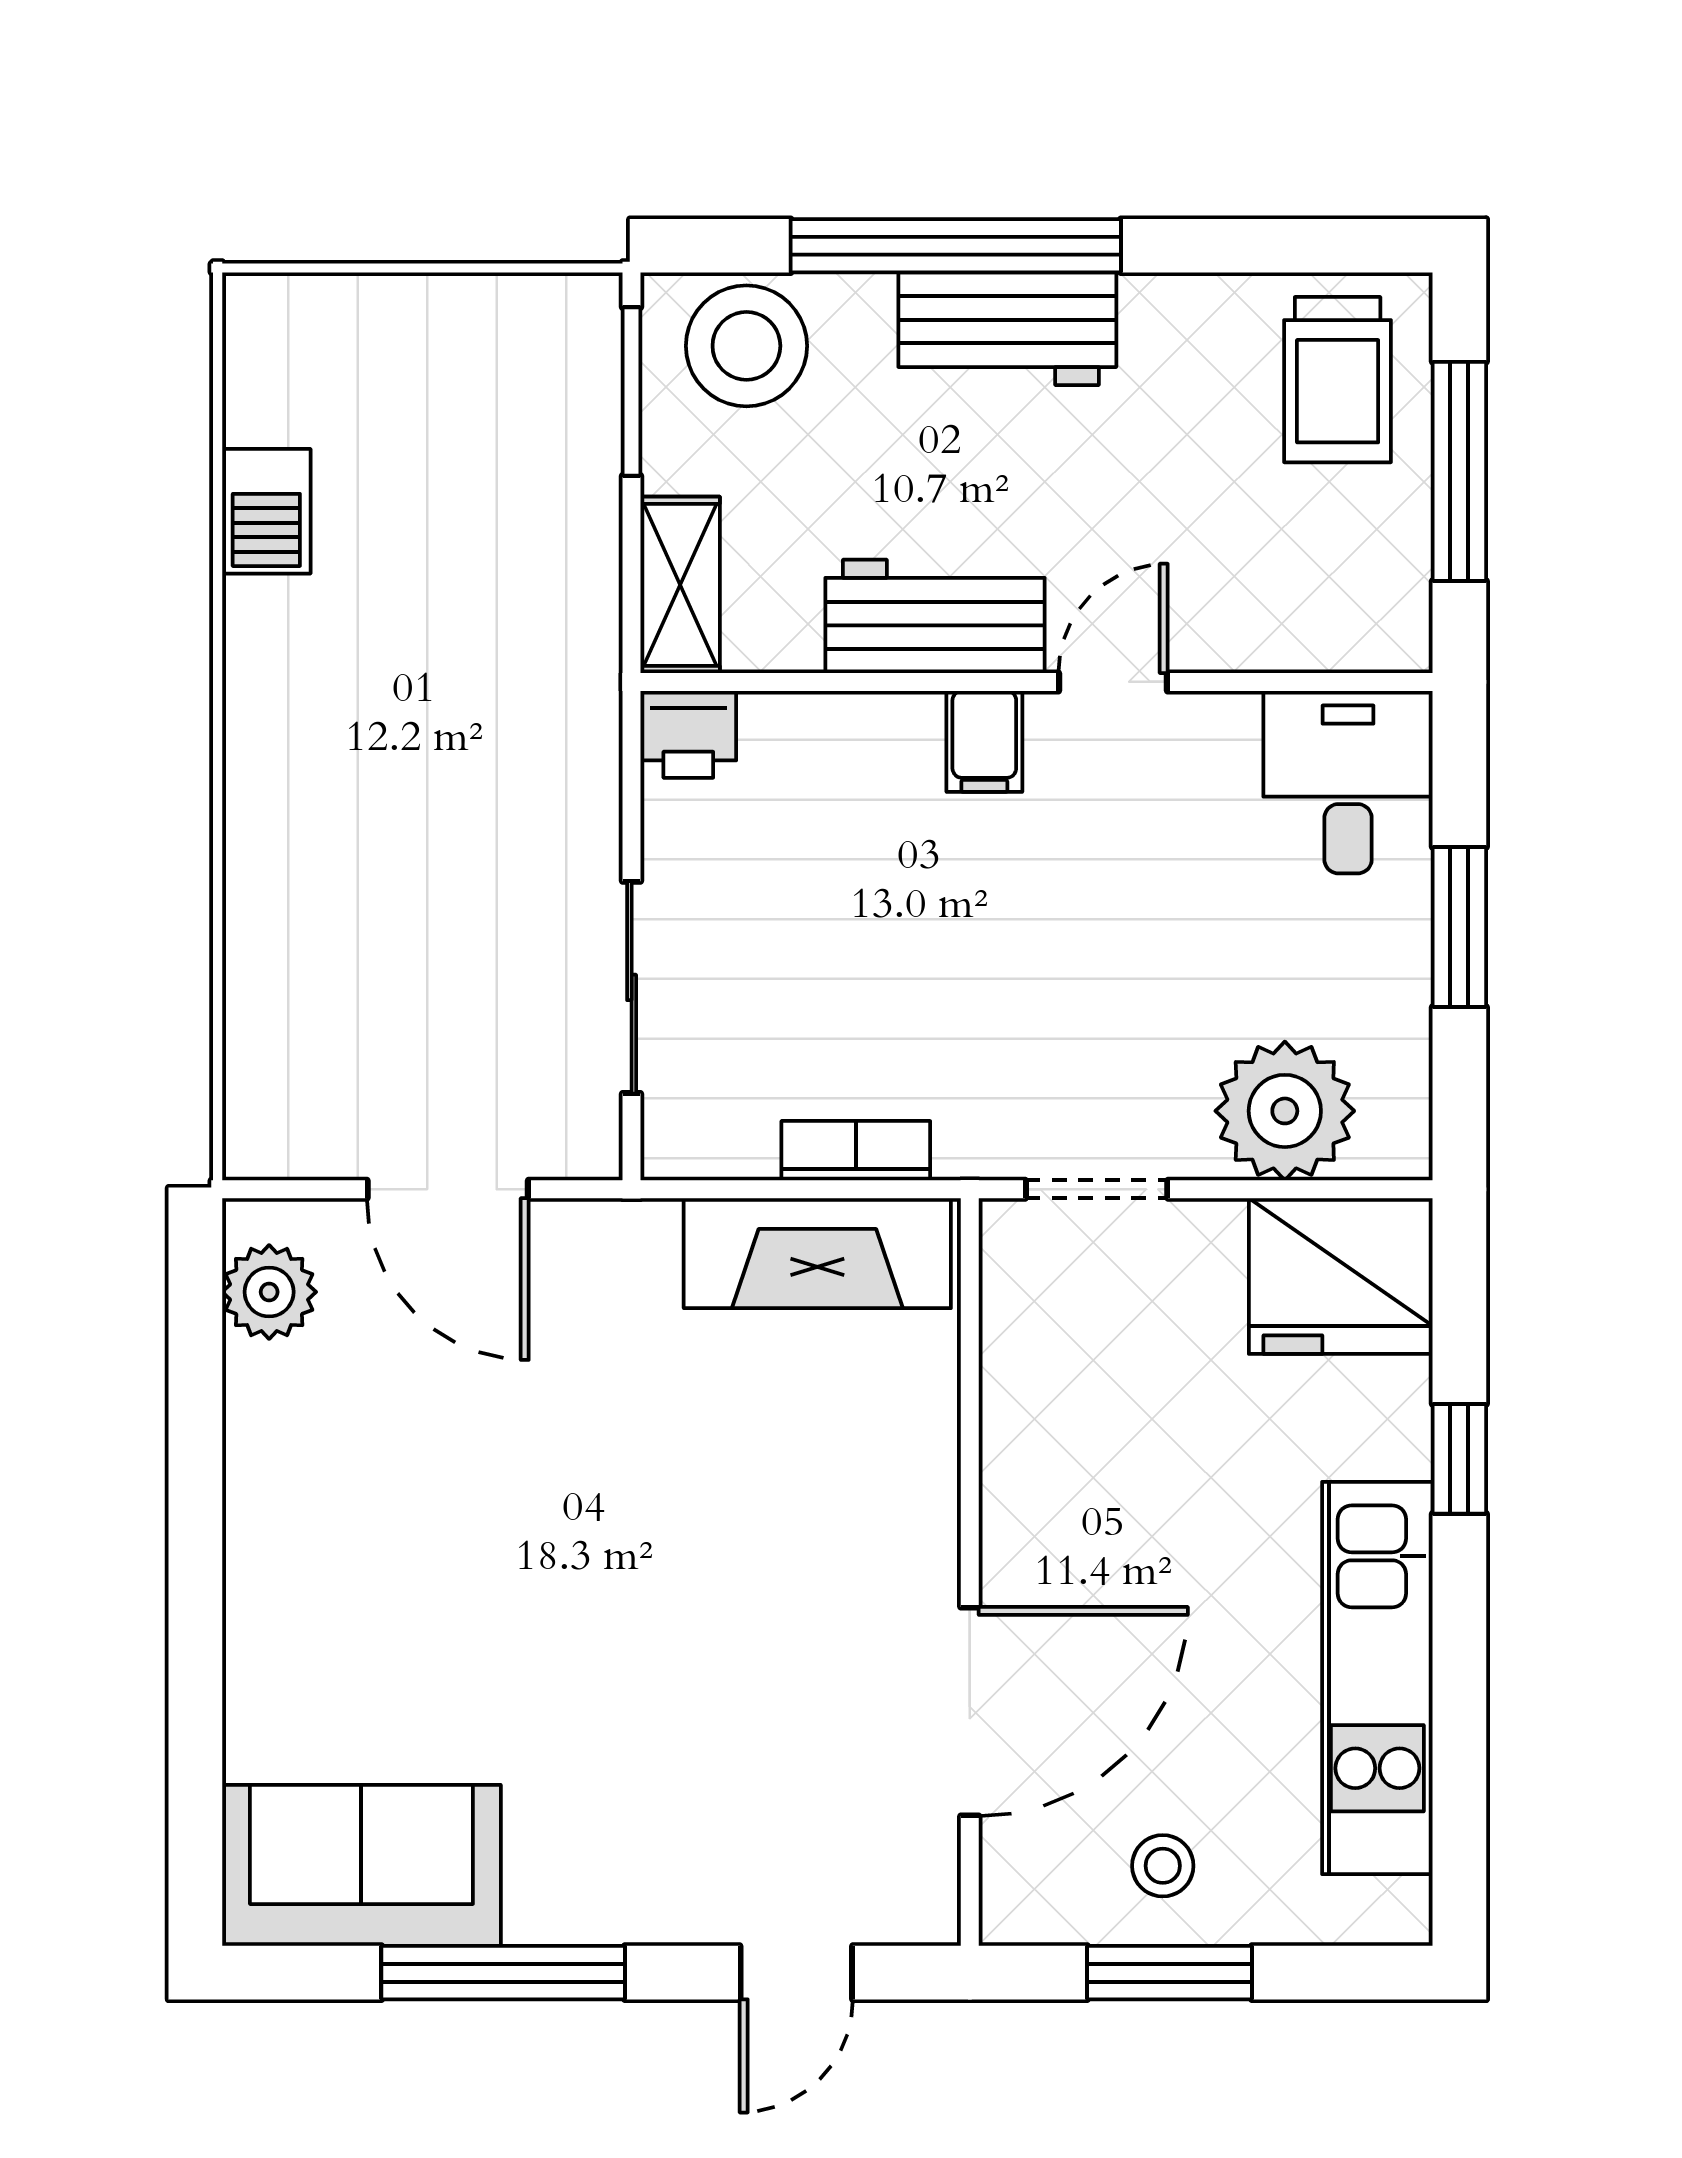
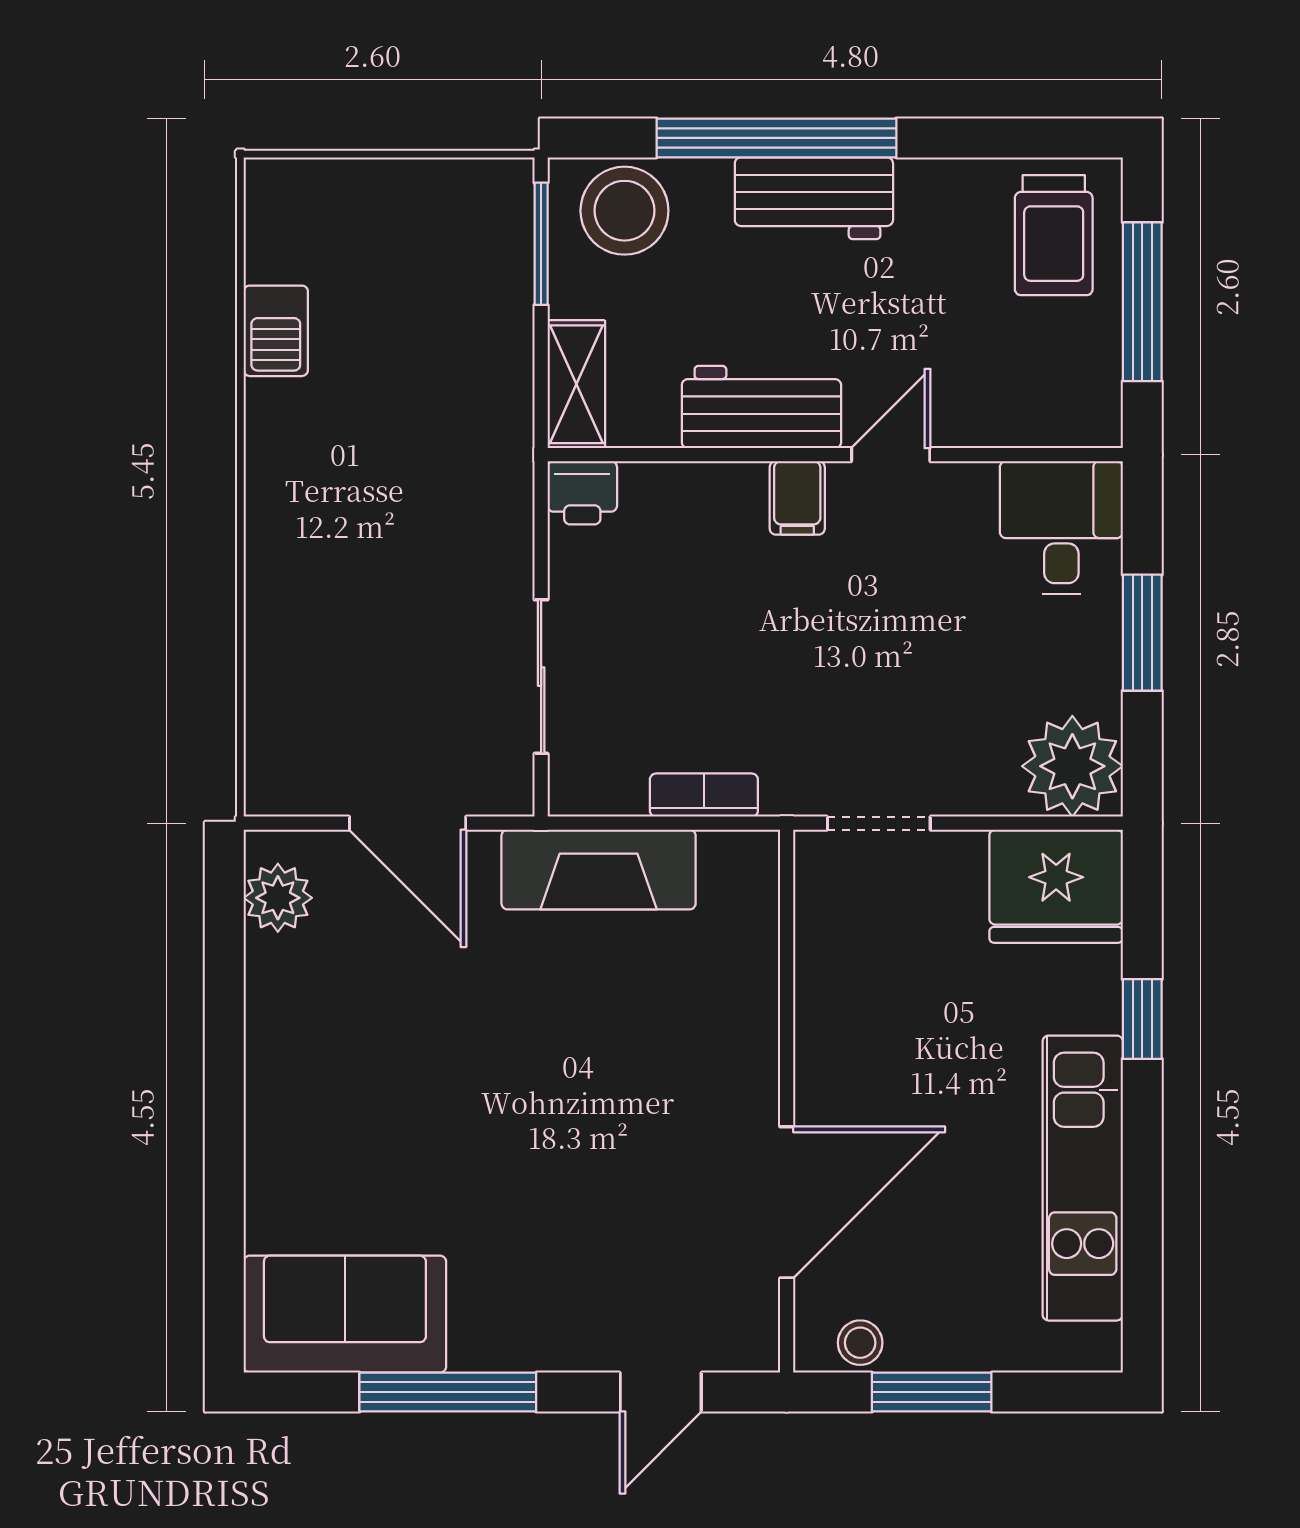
plant: (1285, 1111) -> (1072, 766), moved
fireplace: (817, 1253) -> (599, 870), moved
stool: (1163, 1866) -> (860, 1343), moved

